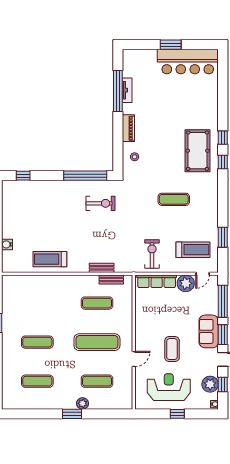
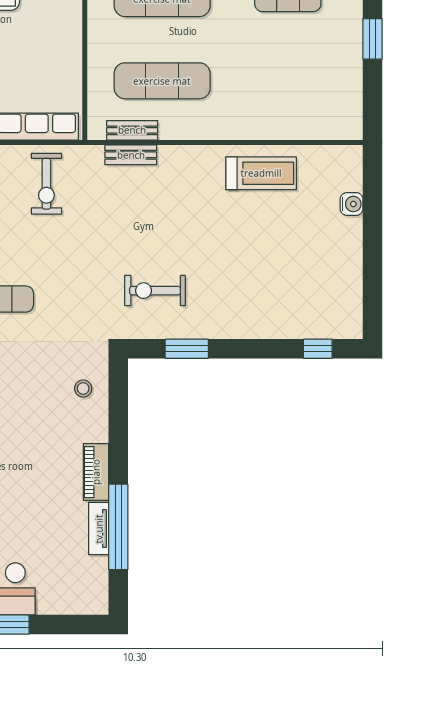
piano: (128, 128) -> (96, 472), moved
window: (85, 176) -> (187, 349), width x0.47
bench: (102, 268) -> (131, 155), moved
exercise mat: (97, 303) -> (162, 81), width x1.36, depth x1.45

